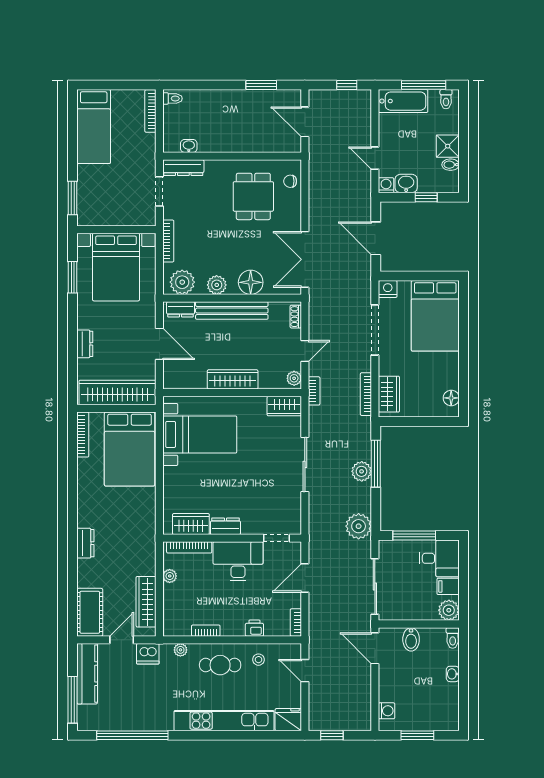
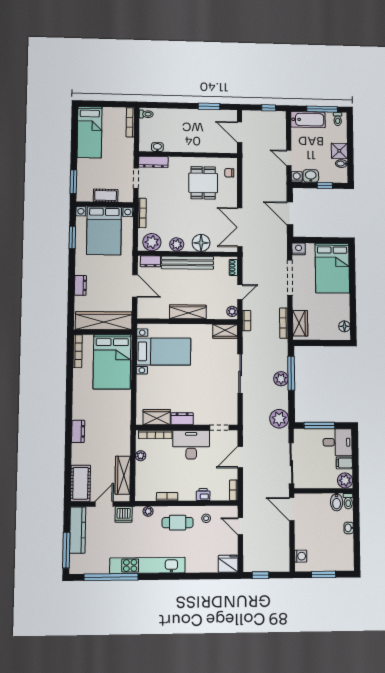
cot: (117, 217) -> (106, 196), added
bidet: (411, 639) -> (337, 502), moved
kitchen unit: (224, 721) -> (147, 565), moved

